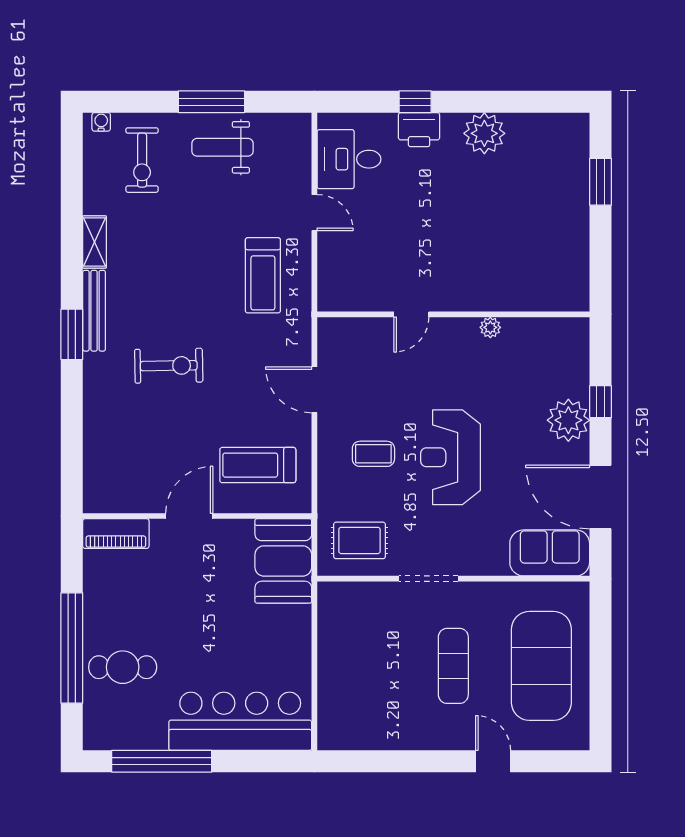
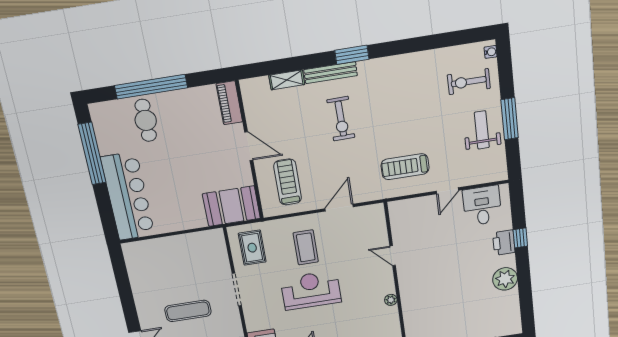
shelving: (95, 242) -> (287, 80), moved
bench: (94, 311) -> (331, 73), moved
coffee table: (373, 454) -> (306, 247), width x1.36, depth x1.30

